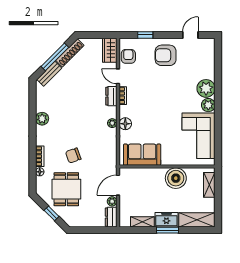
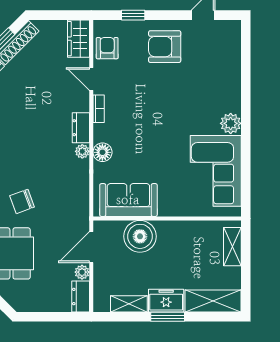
plant: (206, 88) -> (227, 98), removed
dresser: (111, 96) -> (81, 128), moved
boiler: (176, 178) -> (140, 236), moved

